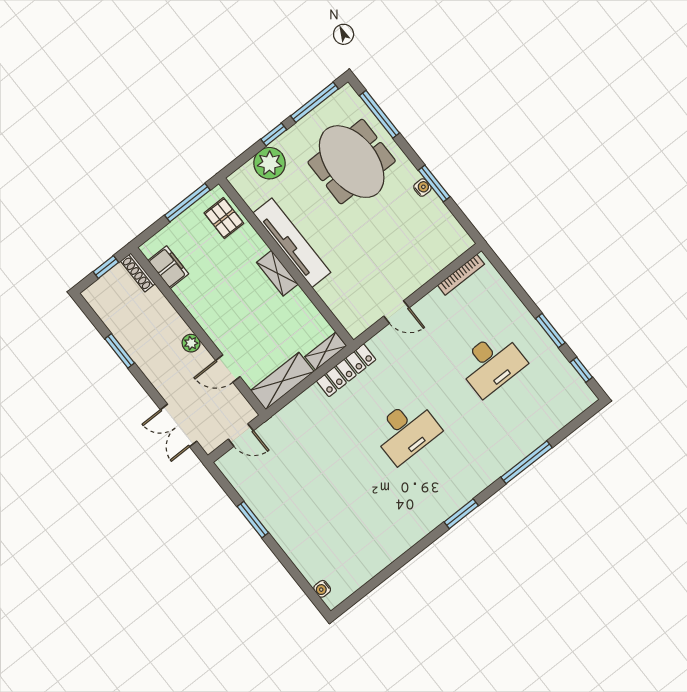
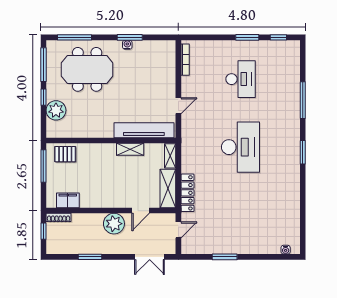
tv unit: (292, 243) -> (144, 130), moved
shelving: (277, 273) -> (130, 149), moved
plant: (191, 343) -> (114, 224), width x1.88, depth x1.88
locker: (346, 370) -> (187, 193), moved
desk: (406, 431) -> (241, 147), width x1.36, depth x1.30

